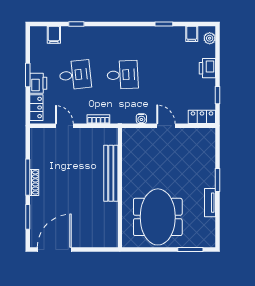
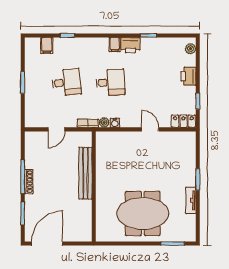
filing cabinet: (192, 34) -> (115, 45), moved
printer: (38, 83) -> (130, 45), moved, turned 90
locker: (36, 108) -> (31, 113), removed
plant: (116, 118) -> (104, 122), added
water cooler: (141, 119) -> (115, 123), moved
door: (64, 126) -> (56, 129), swing flipped
bench: (111, 173) -> (85, 173), moved
wall: (120, 188) -> (94, 186), moved
meeting table: (158, 217) -> (143, 213), turned 90

